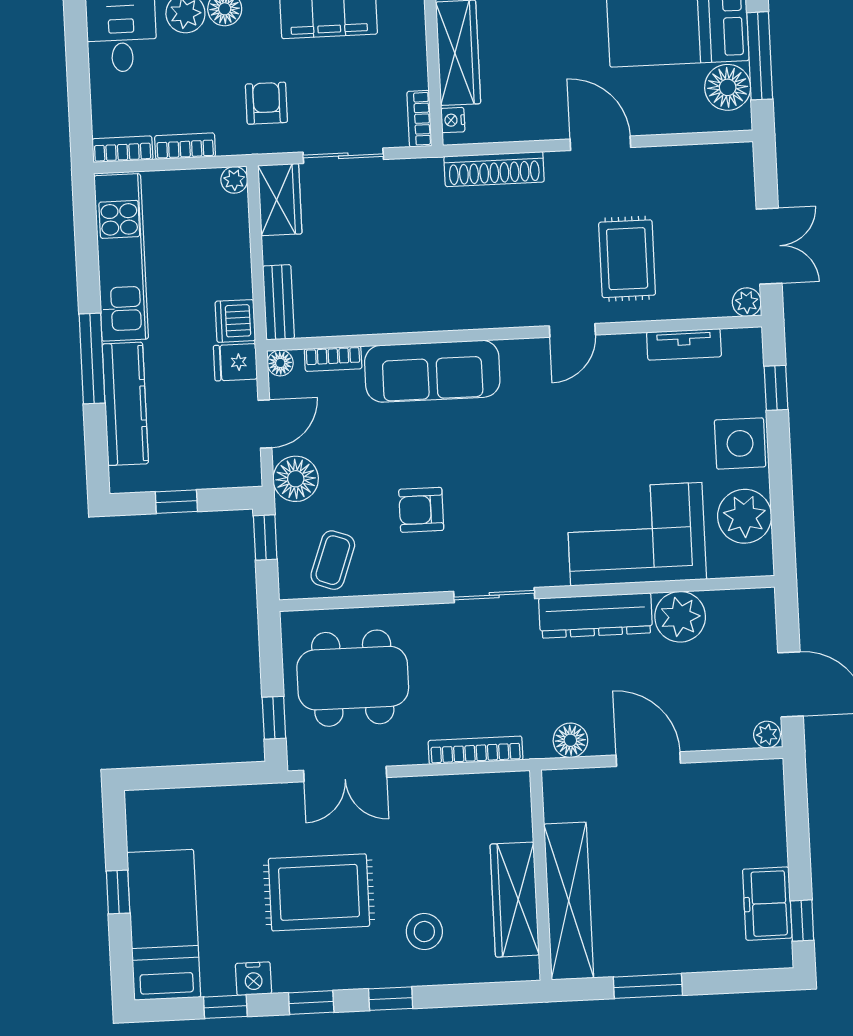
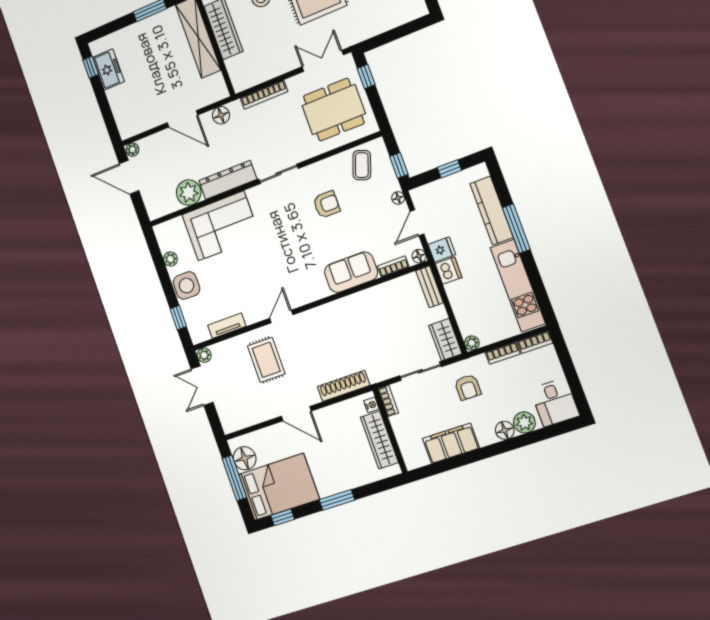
sofa: (432, 371) -> (351, 272), width x0.73
floor lamp: (296, 479) -> (398, 198), width x0.53, depth x0.53
plant: (745, 516) -> (170, 259), width x0.53, depth x0.53

